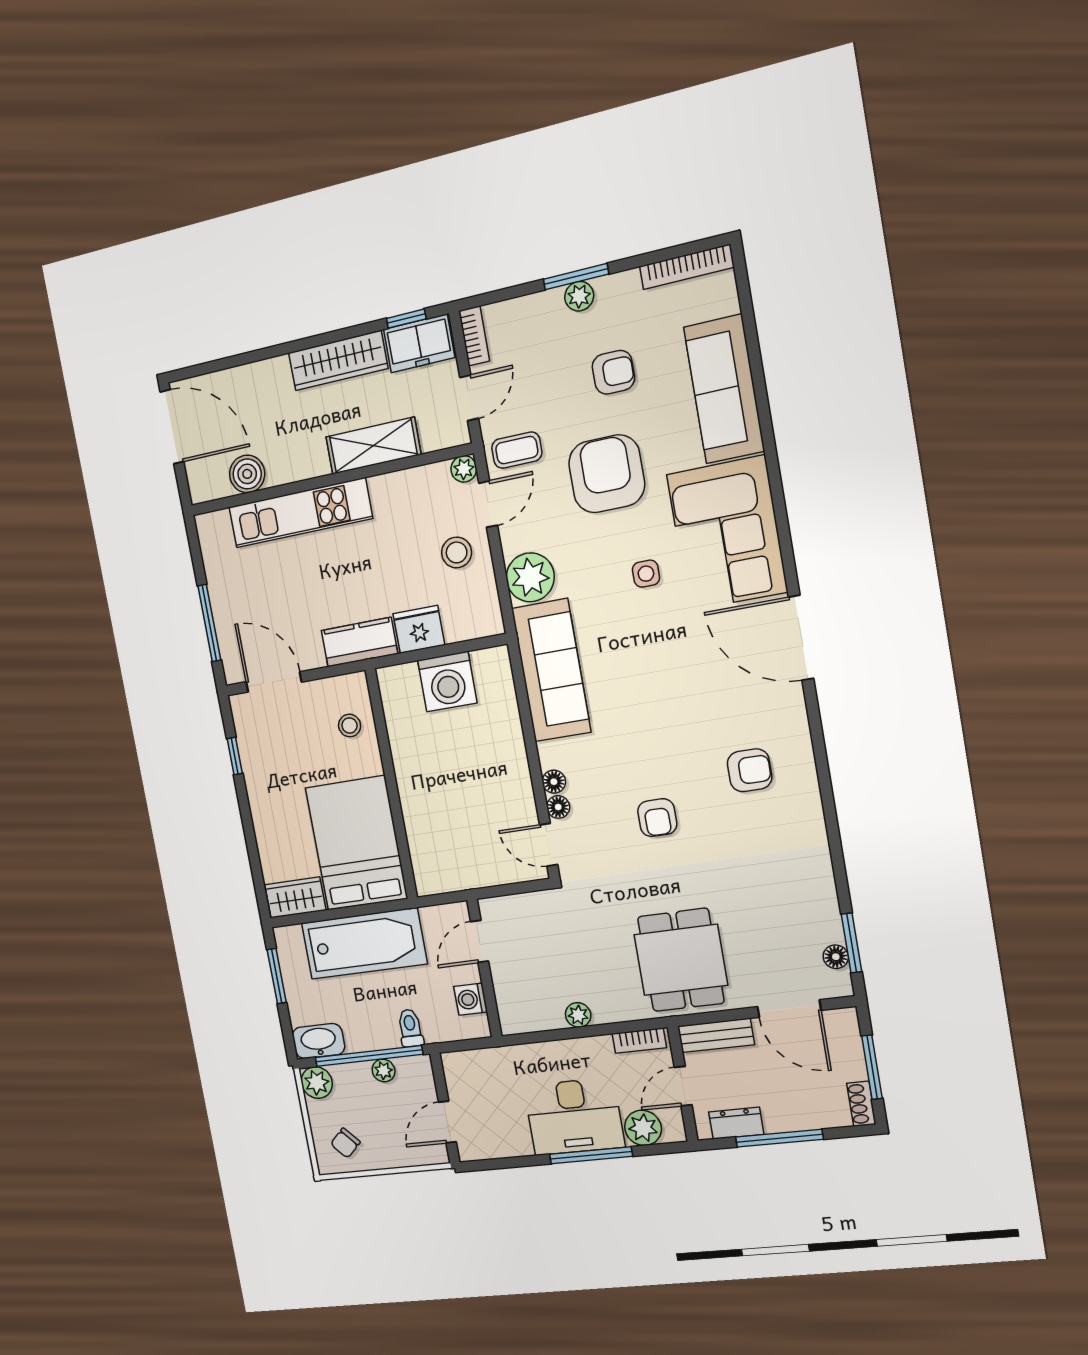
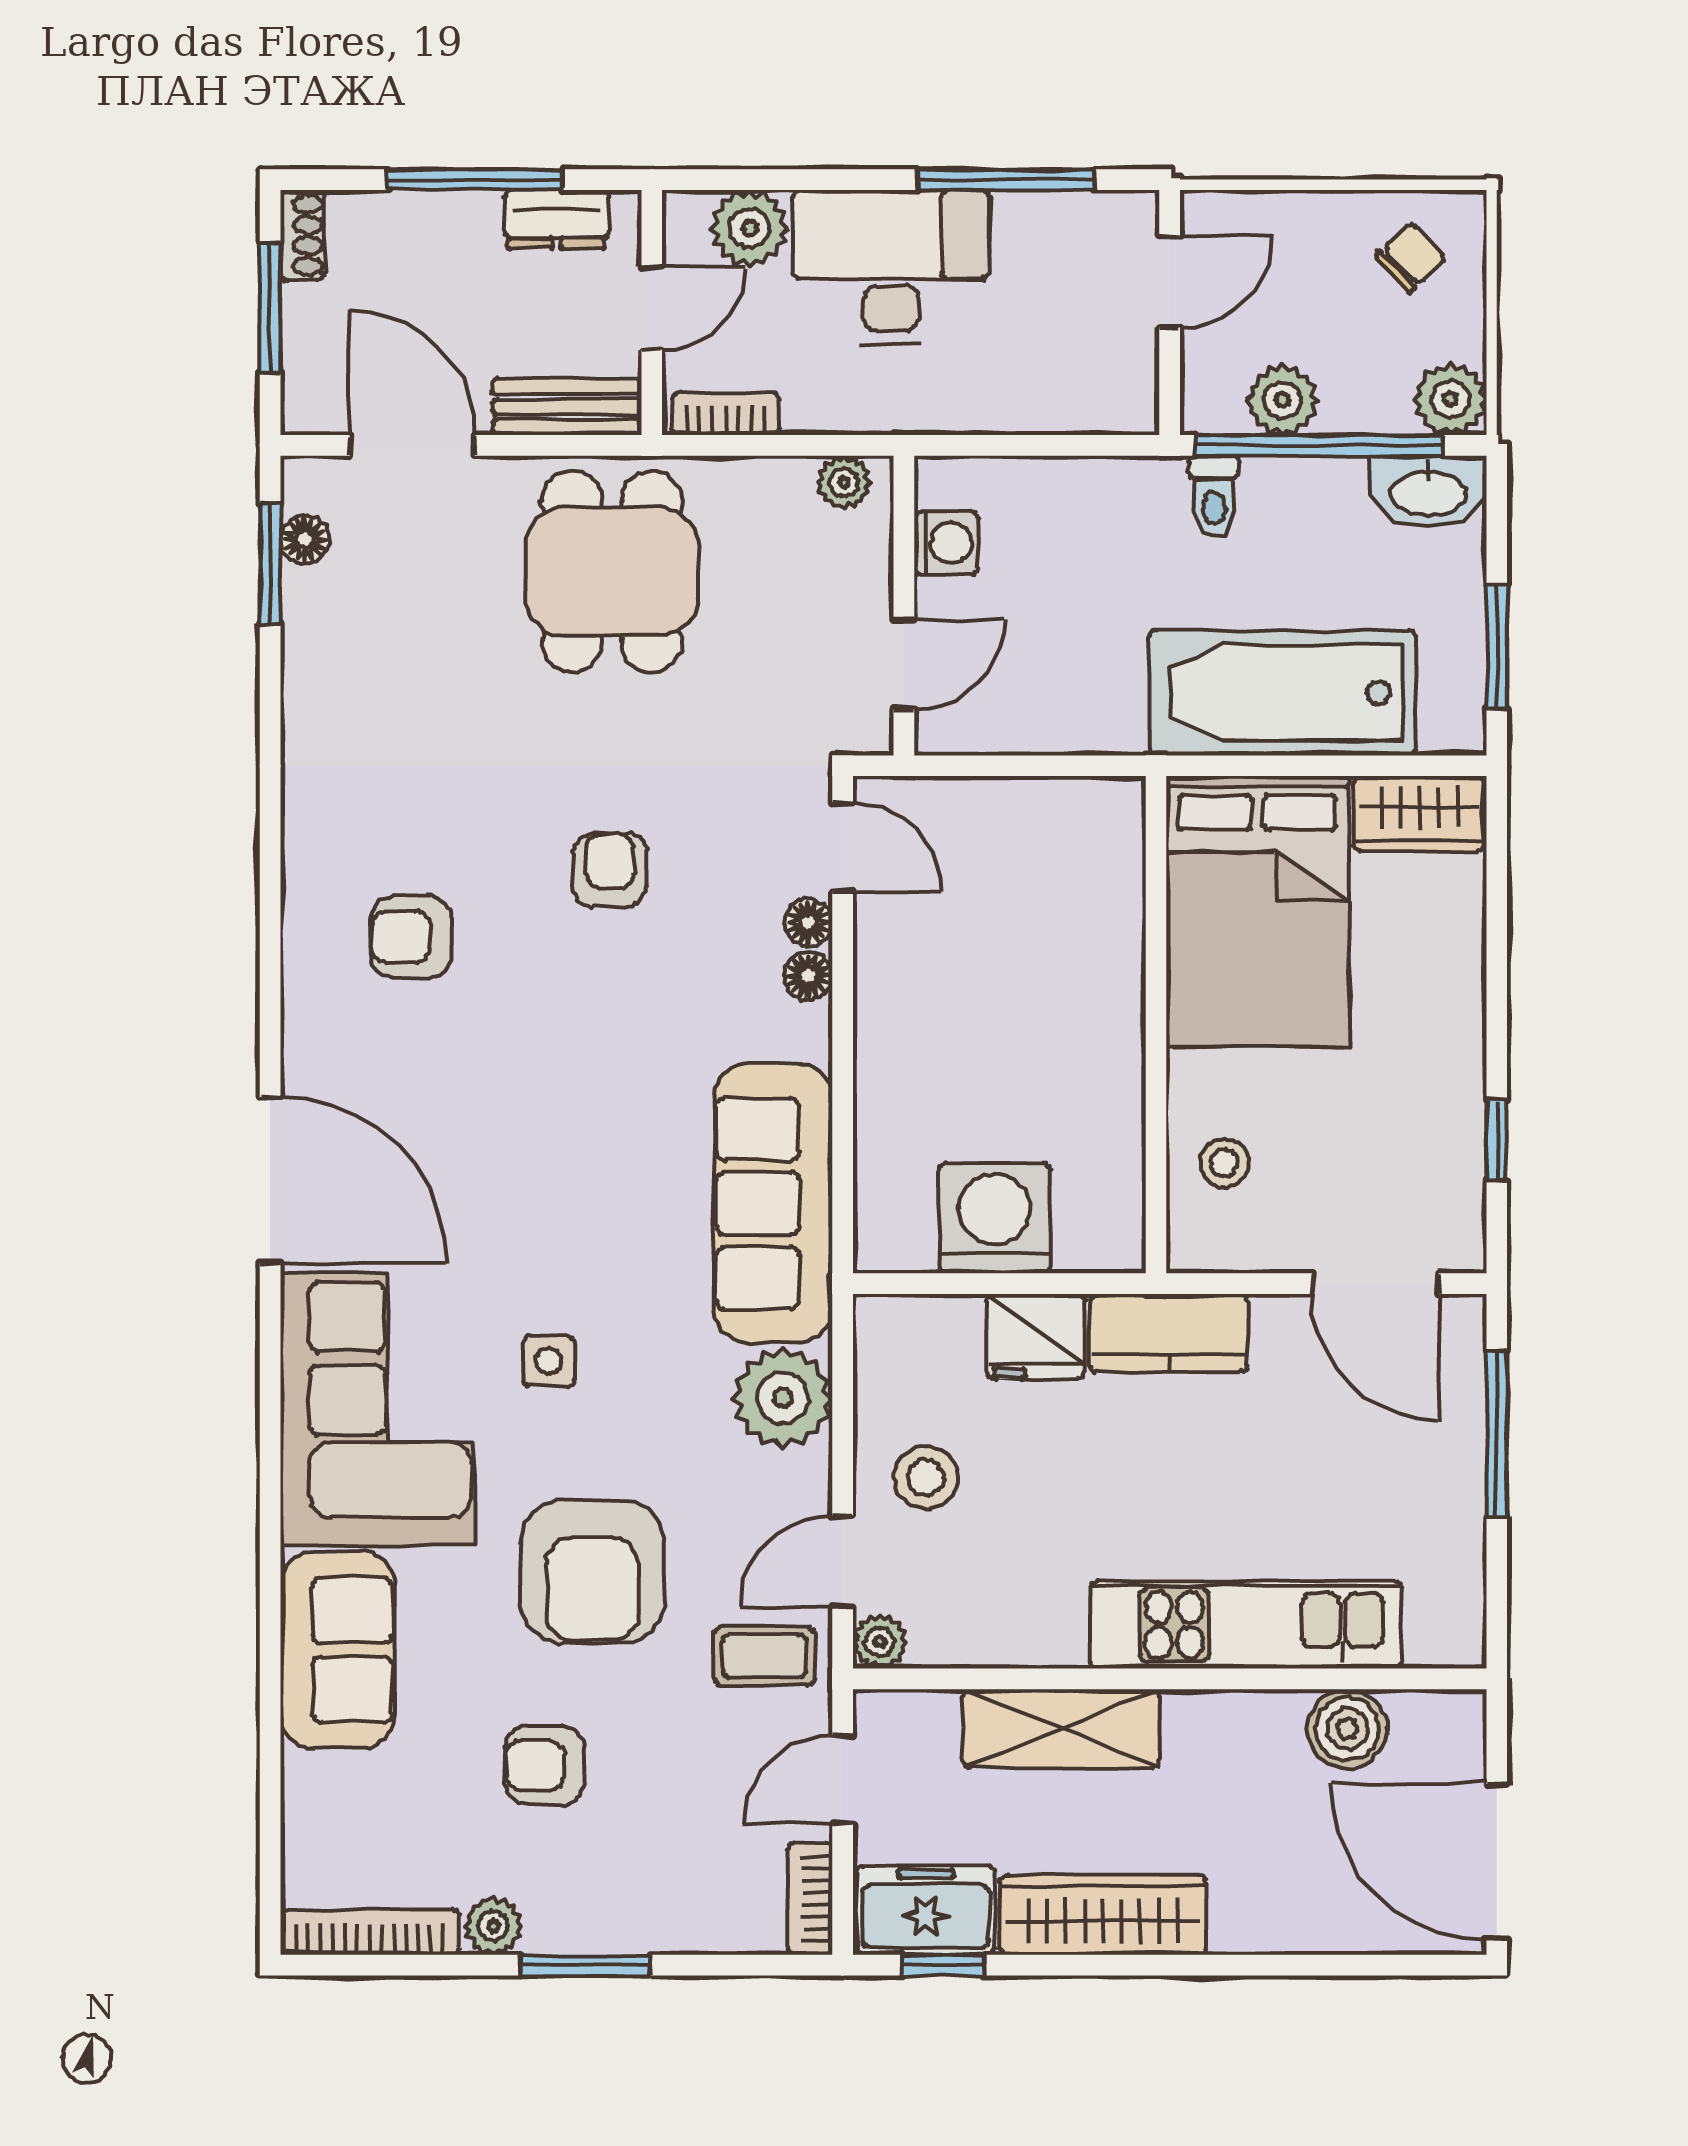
plant: (579, 296) -> (493, 1926), moved
sofa: (724, 389) -> (338, 1650), width x0.73
door: (479, 941) -> (904, 664), moved
wall: (484, 968) -> (904, 606), moved
washing machine: (471, 999) -> (946, 543), moved
plant: (384, 1071) -> (1282, 400), width x1.38, depth x1.38
window: (591, 1155) -> (1006, 180), moved

